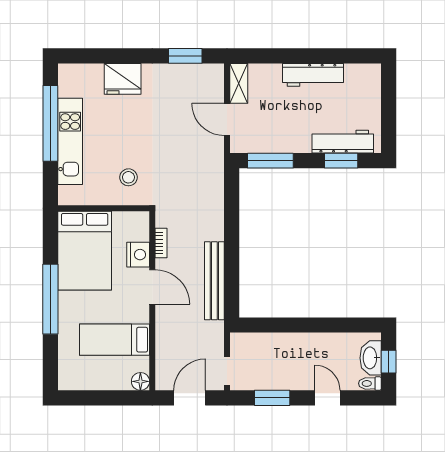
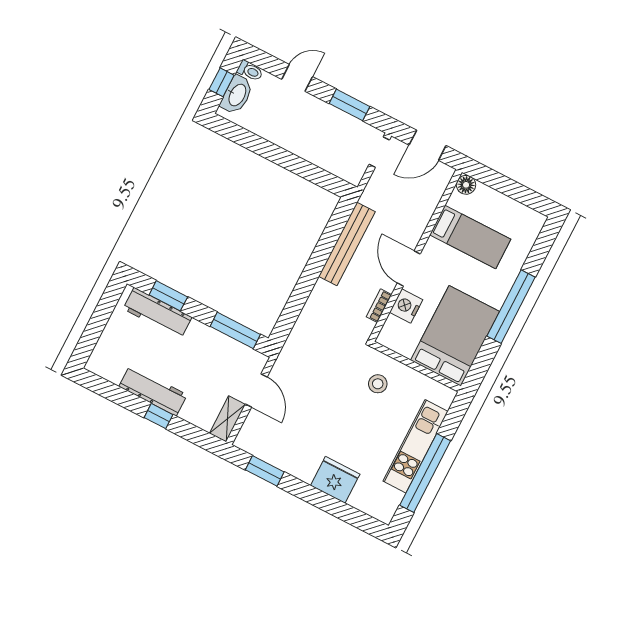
window: (297, 56) -> (158, 416), added
door: (327, 398) -> (297, 78), swing flipped

